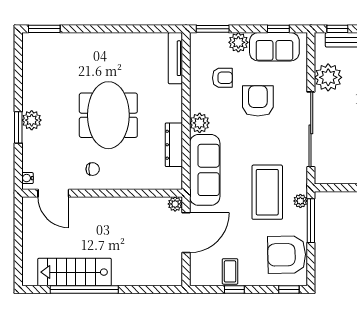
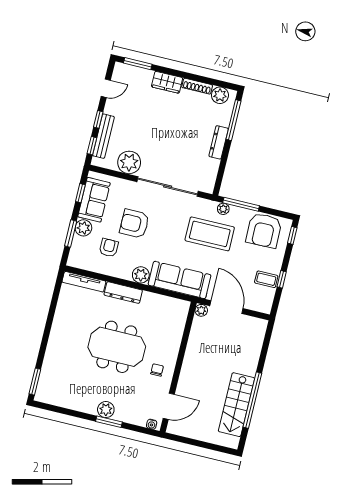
window: (213, 29) -> (71, 233), moved
dresser: (174, 145) -> (123, 293), moved

